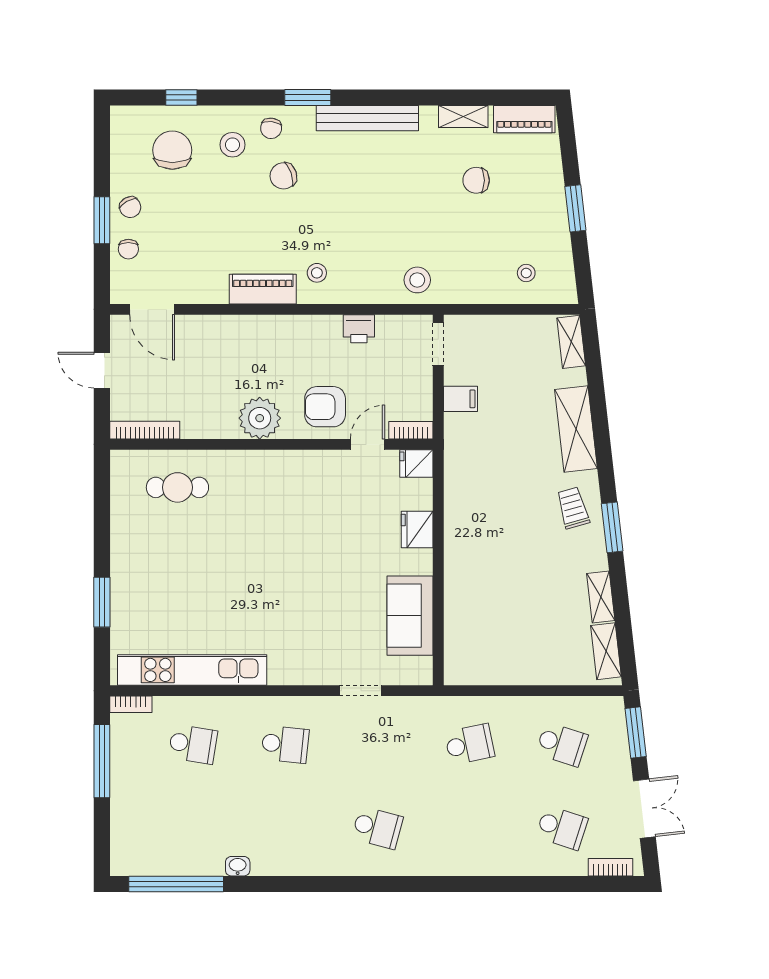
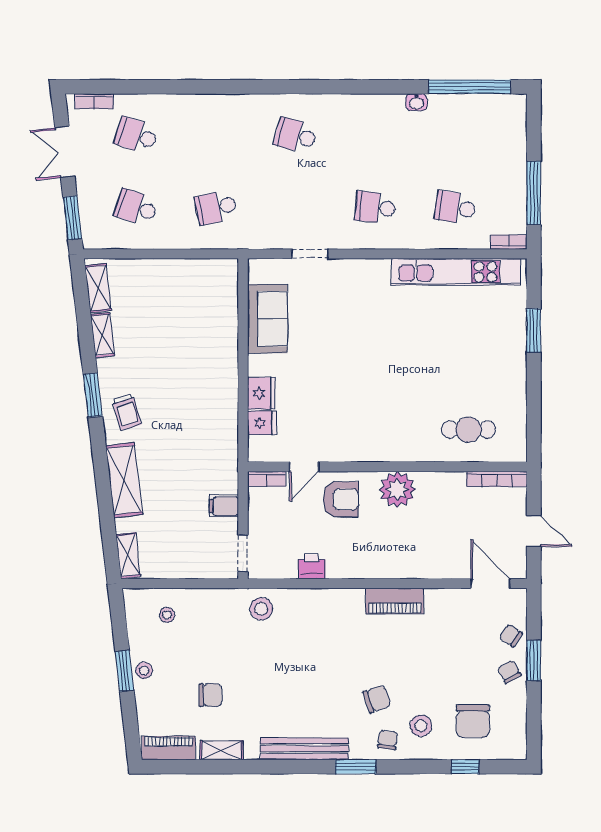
chair: (128, 249) -> (511, 636), turned -57
stool: (317, 273) -> (144, 670), moved
fridge: (416, 464) -> (262, 423), moved

